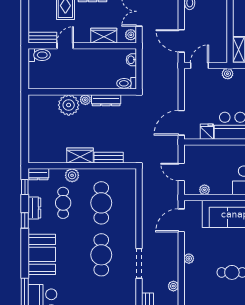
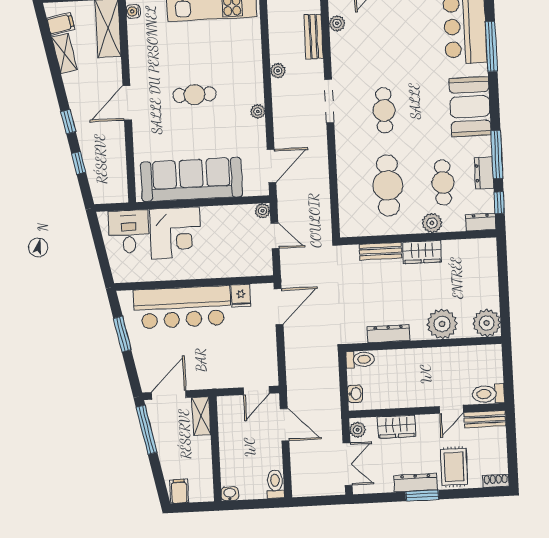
plant: (228, 74) -> (215, 381), removed
plant: (85, 100) -> (487, 323), moved, width x1.87, depth x1.87
plant: (204, 190) -> (263, 211), moved
window: (25, 220) -> (497, 155), width x2.17
cafe table: (101, 255) -> (384, 110), width x0.73, depth x0.74

